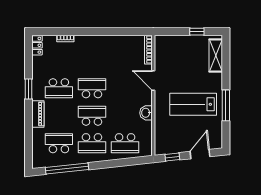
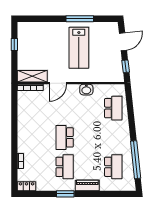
shelving: (216, 55) -> (32, 76), moved
school desk: (92, 116) -> (89, 137), removed
school desk: (59, 143) -> (113, 167), turned 180
school desk: (92, 143) -> (113, 137), removed
door: (200, 154) -> (123, 42), swing flipped

